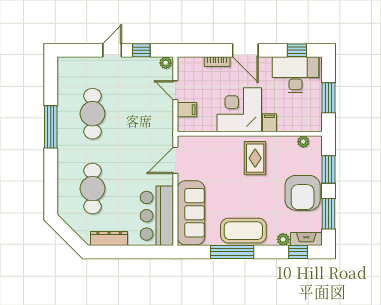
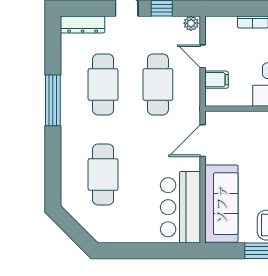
cafe table: (138, 114) -> (158, 84), added
dresser: (109, 238) -> (83, 24), moved, turned 180

